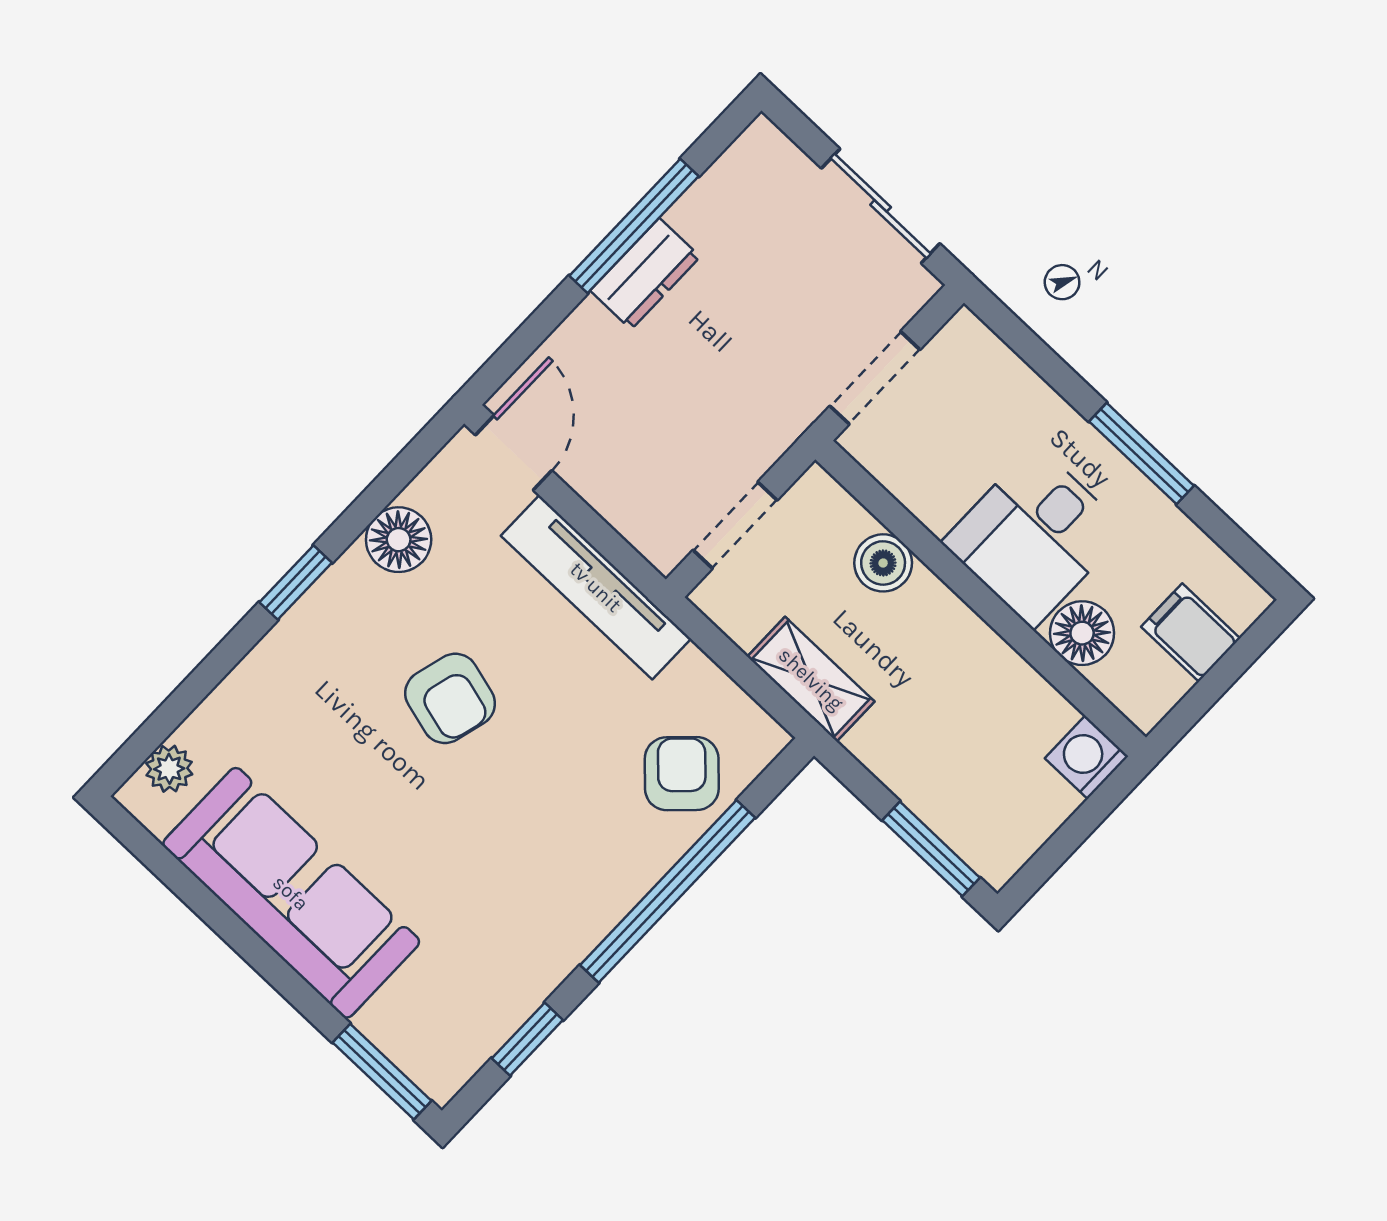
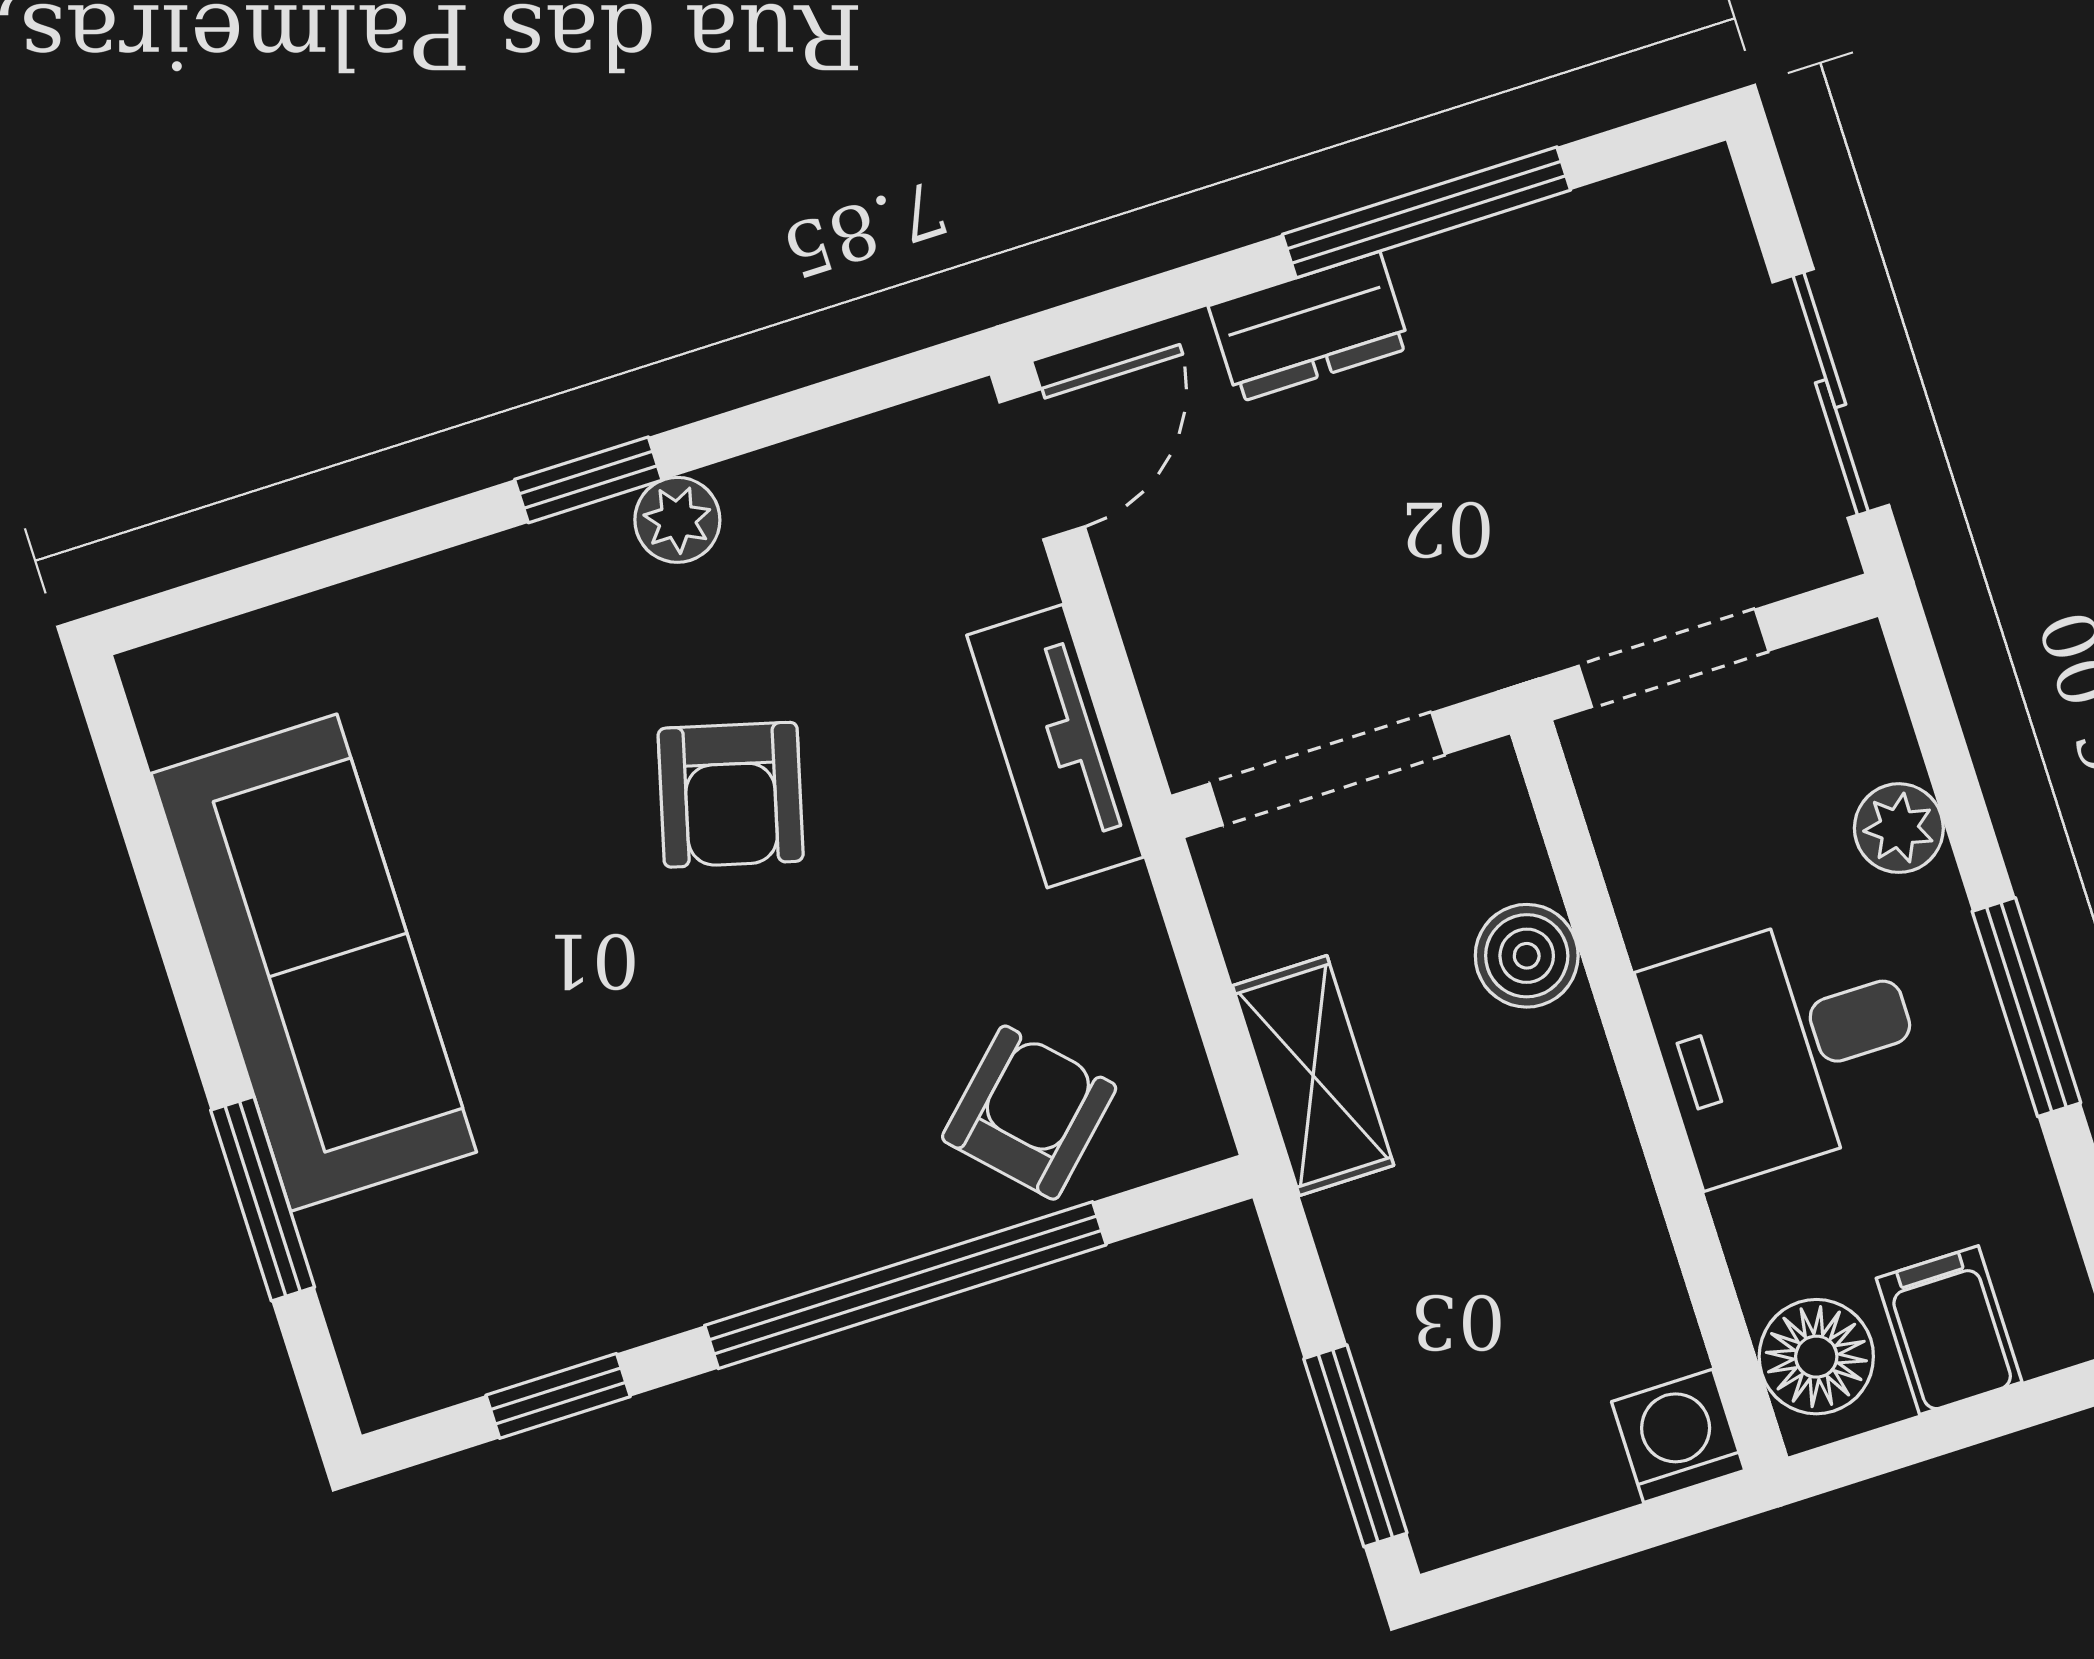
dresser: (645, 274) -> (1309, 327), moved
plant: (1031, 400) -> (1899, 828), added
doorway: (735, 525) -> (1327, 769), width x1.38
floor lamp: (399, 540) -> (787, 501), removed
tv unit: (596, 587) -> (1055, 746), width x0.71
floor lamp: (1082, 633) -> (1816, 1357), moved
plant: (169, 769) -> (677, 520), moved
window: (382, 1072) -> (263, 1199), moved

